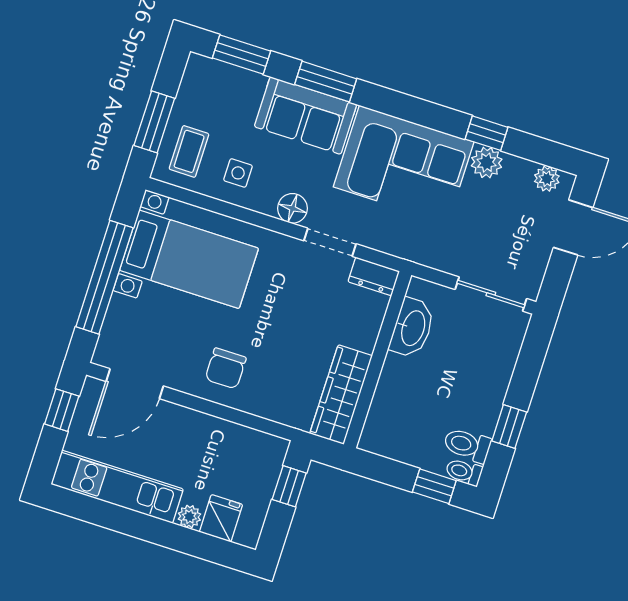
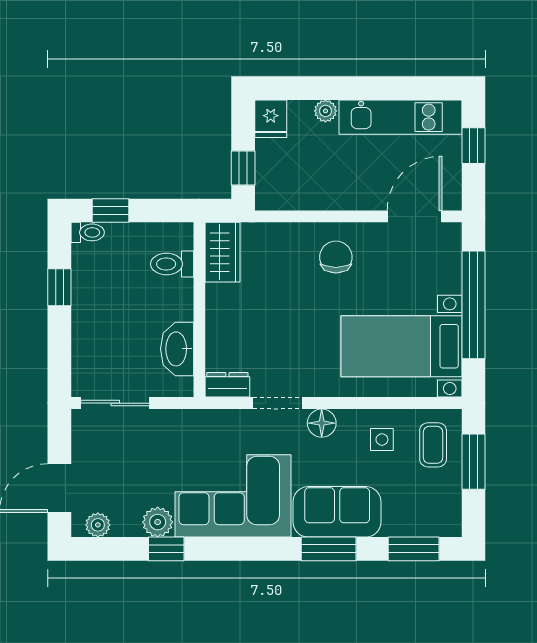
wardrobe: (341, 395) -> (223, 252), width x0.67
window: (62, 410) -> (473, 146), moved
toilet: (467, 445) -> (172, 264), moved, turned 180
fridge: (221, 518) -> (271, 119), moved

